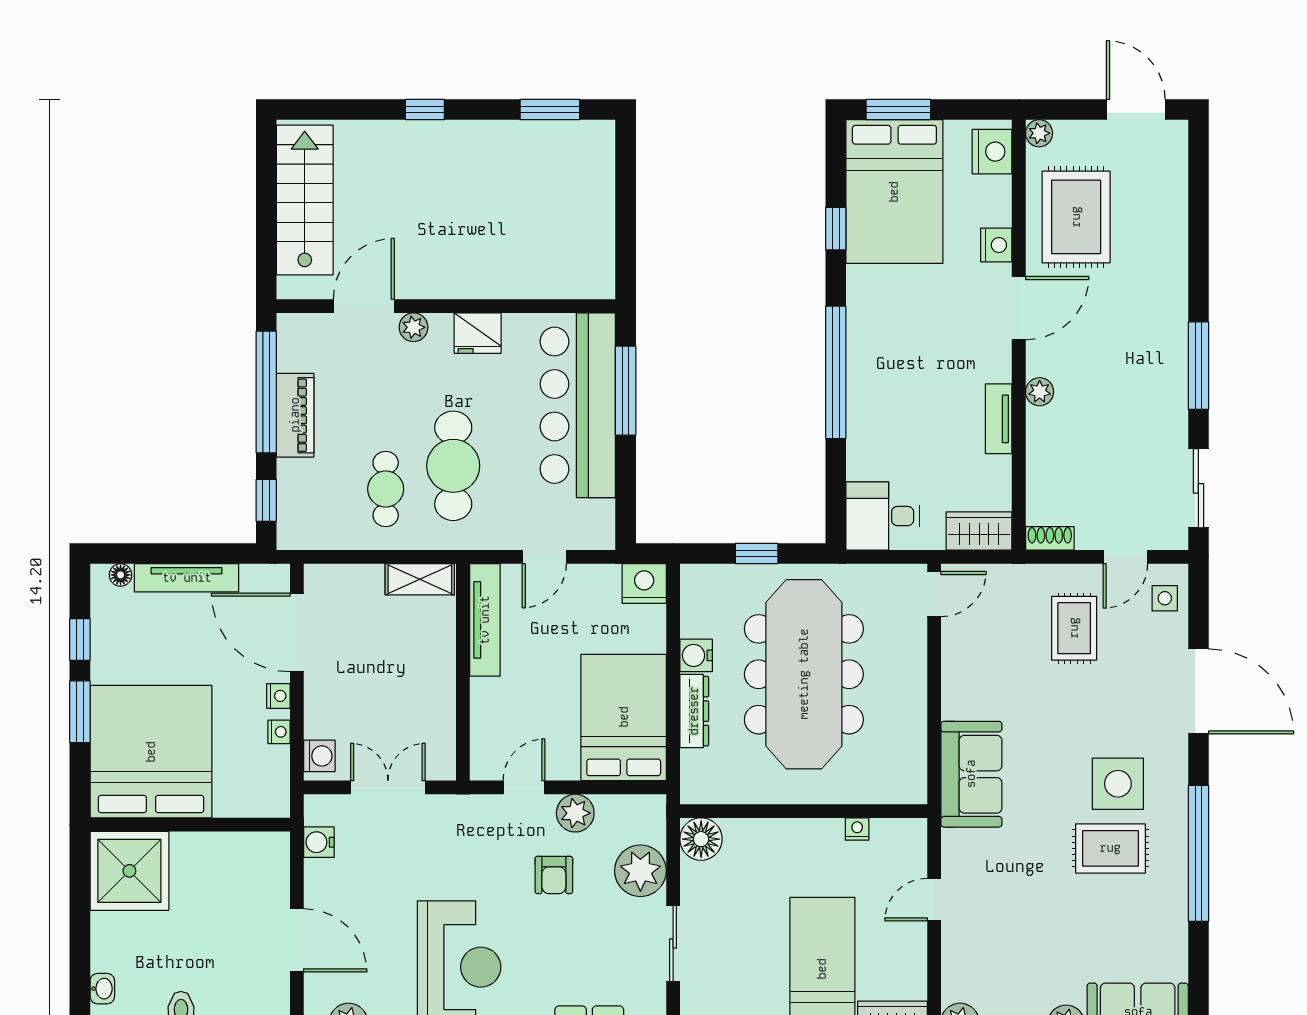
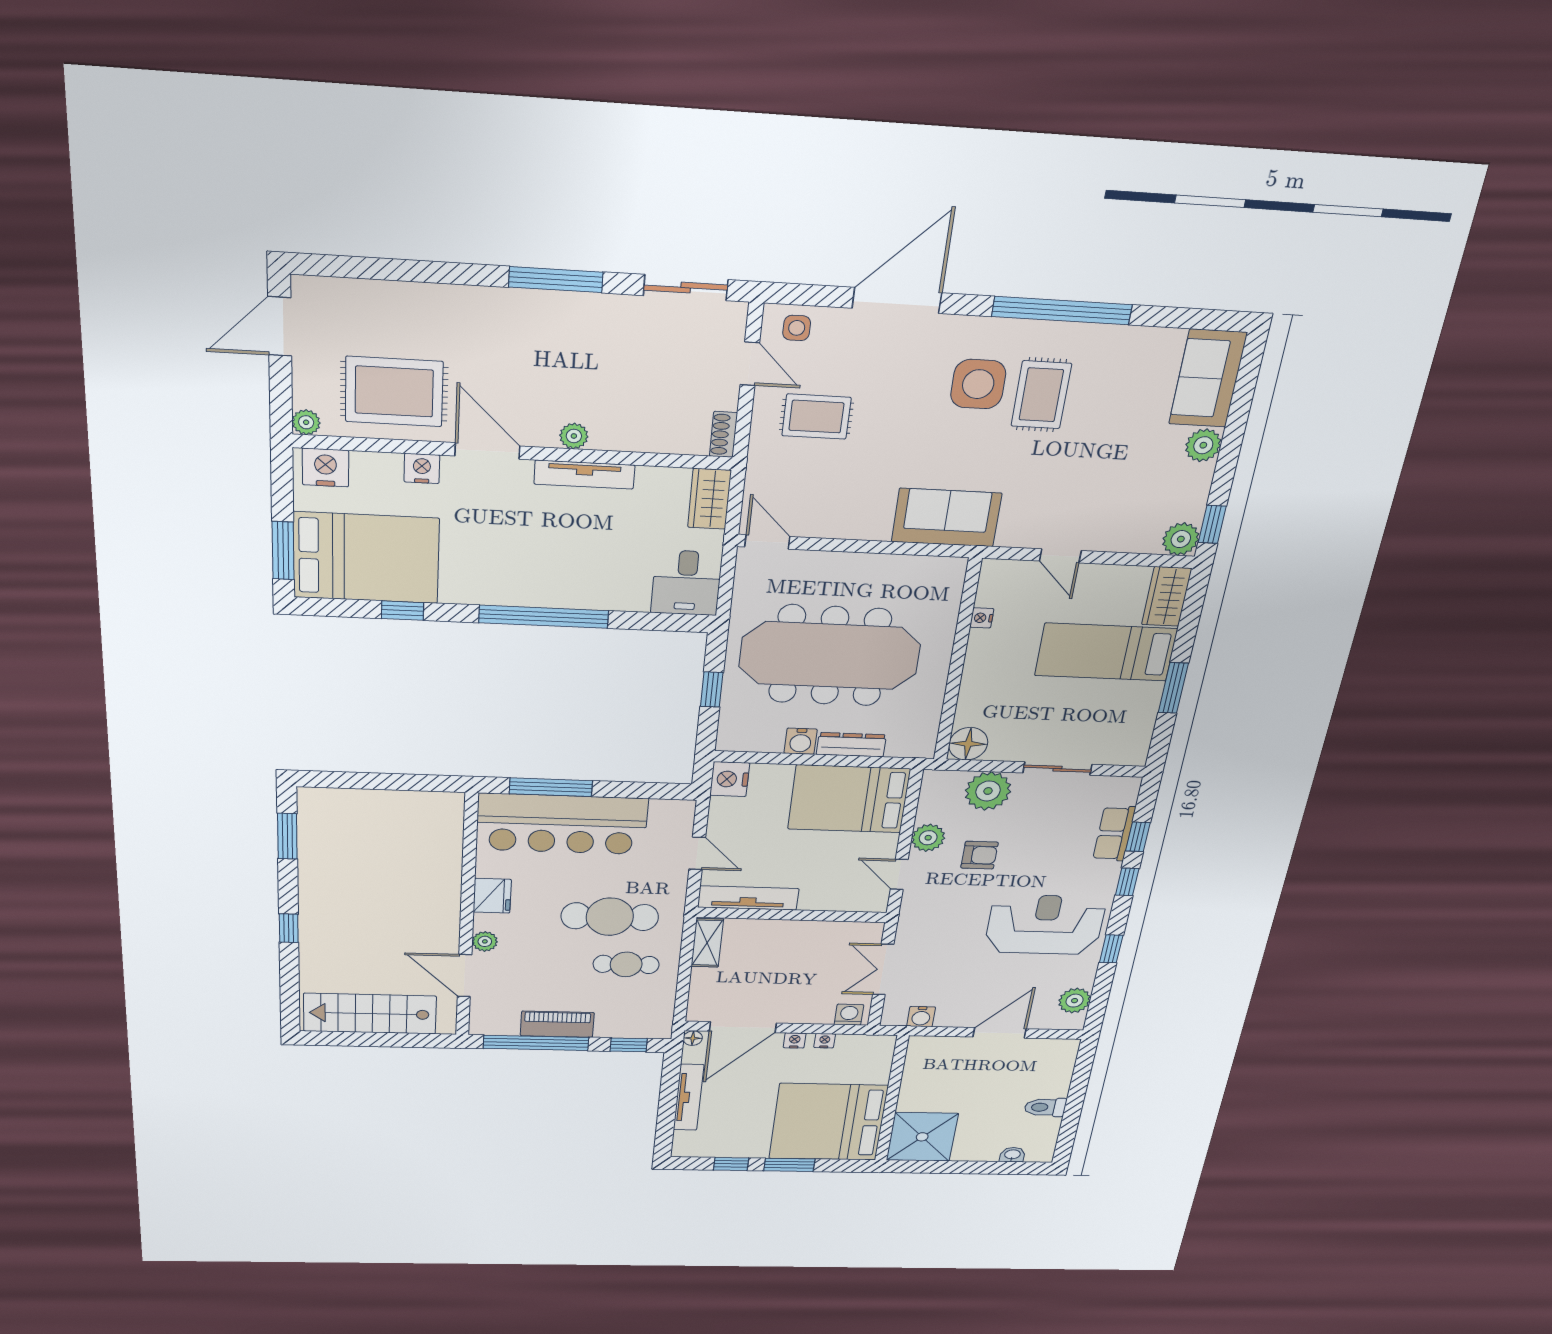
tv unit: (999, 419) -> (584, 475), width x1.41
floor lamp: (121, 575) -> (693, 1038), moved

